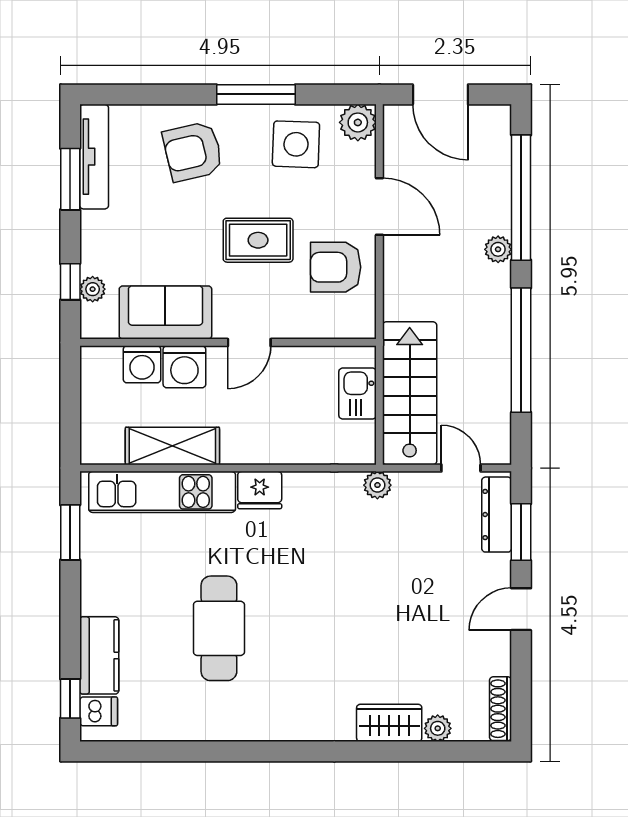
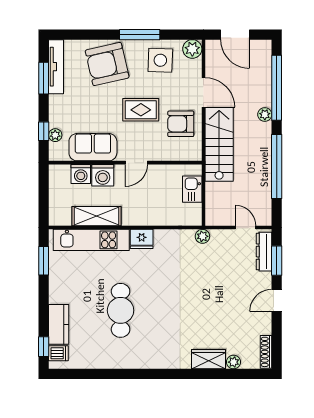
armchair: (193, 152) -> (107, 64), width x1.36, depth x1.36
stairs: (410, 393) -> (219, 144), moved

